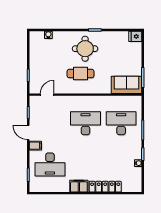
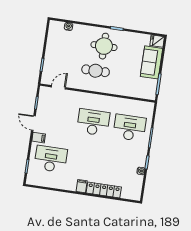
sofa: (127, 85) -> (151, 62), moved, turned -90
desk: (50, 164) -> (51, 159), turned 180
filing cabinet: (79, 186) -> (82, 186), width x0.50

